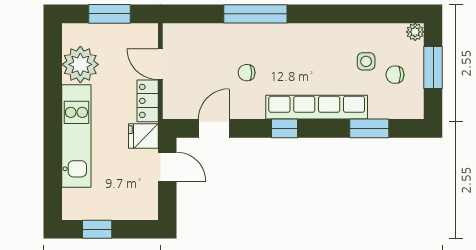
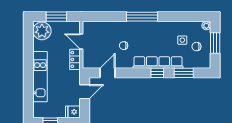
window: (255, 14) -> (142, 17), moved
plant: (80, 64) -> (42, 31), moved
window: (284, 128) -> (157, 73), moved
fridge: (143, 136) -> (73, 112), moved
door: (167, 167) -> (85, 92), hinge flipped

